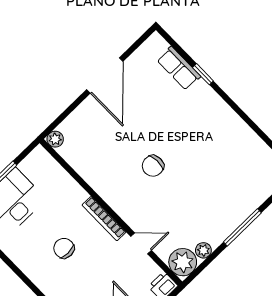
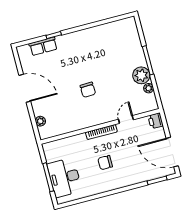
plant: (55, 139) -> (40, 121), moved
plant: (183, 262) -> (141, 75), moved

